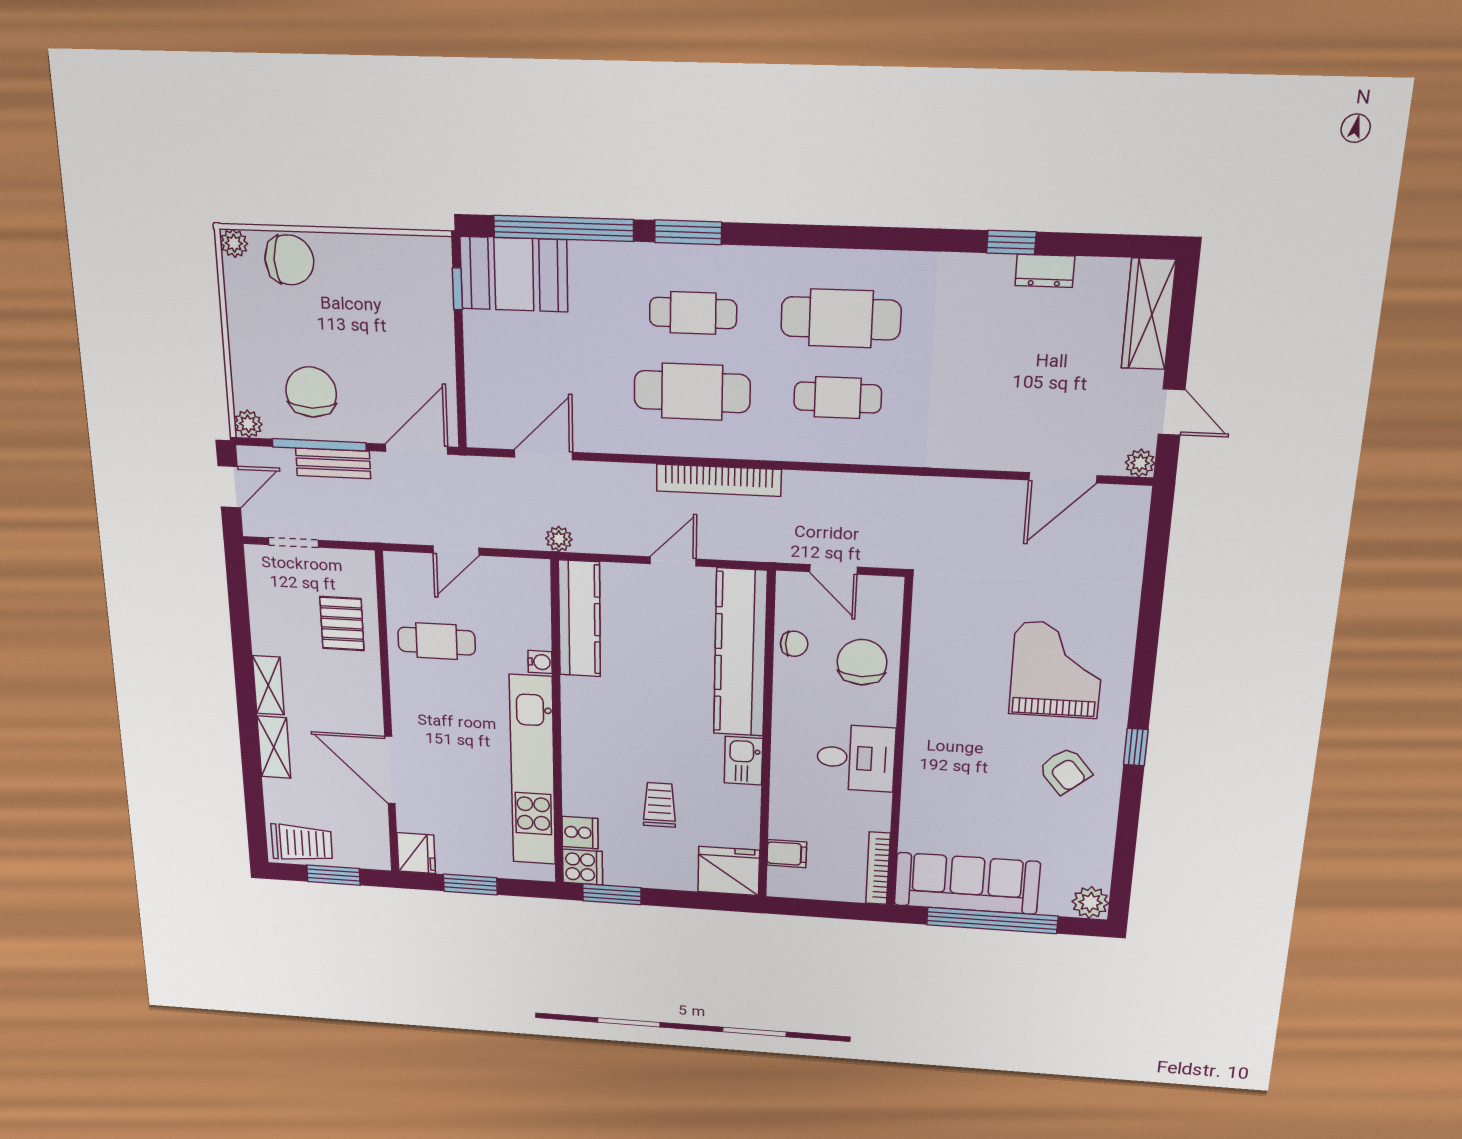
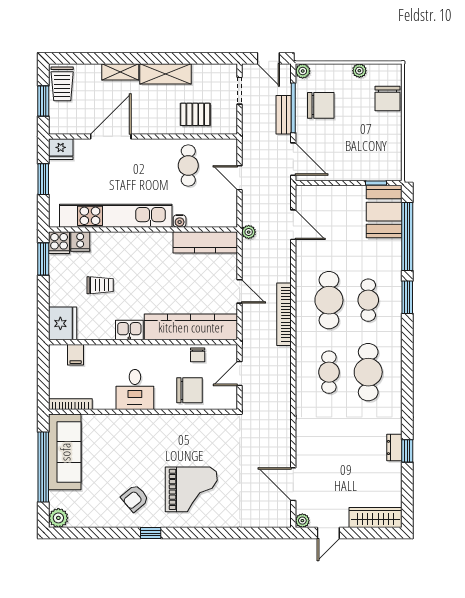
plant: (234, 243) -> (359, 71), moved
dresser: (1045, 271) -> (394, 448), moved
shelving: (268, 685) -> (166, 74), width x1.50, depth x1.33

